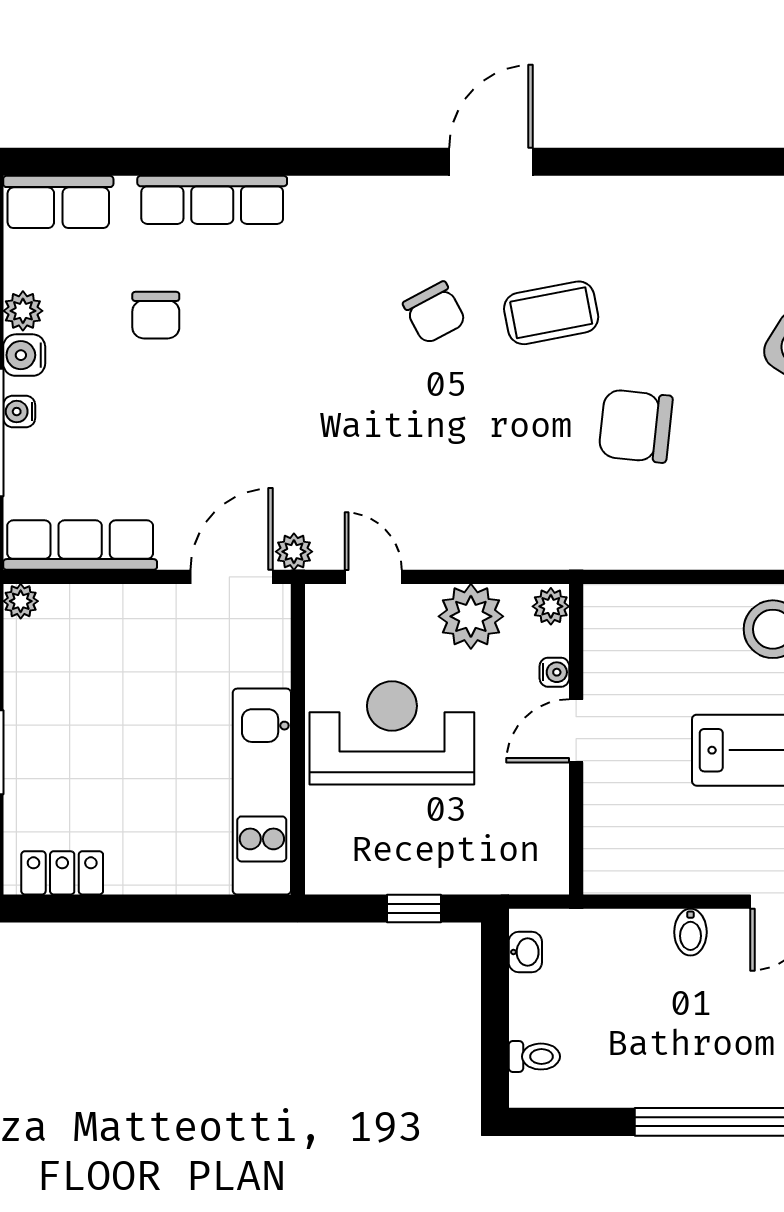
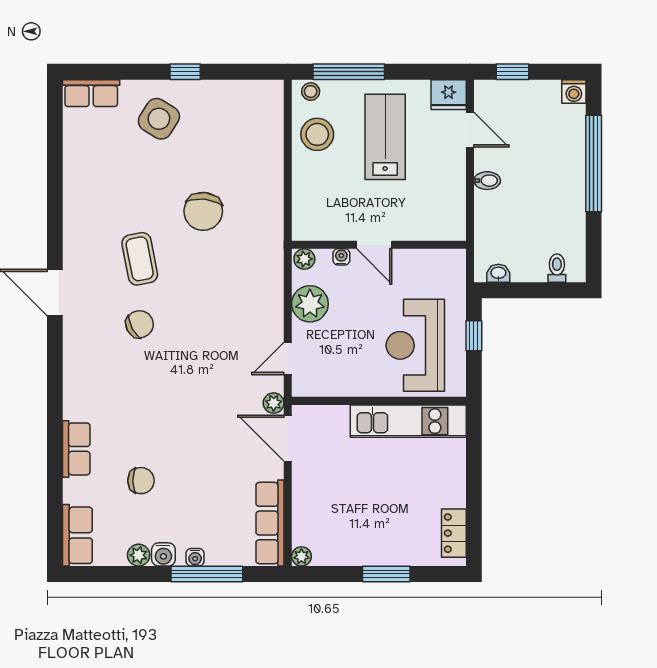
row of seats: (212, 200) -> (76, 449), width x0.68
reception desk: (392, 733) -> (415, 345), moved

